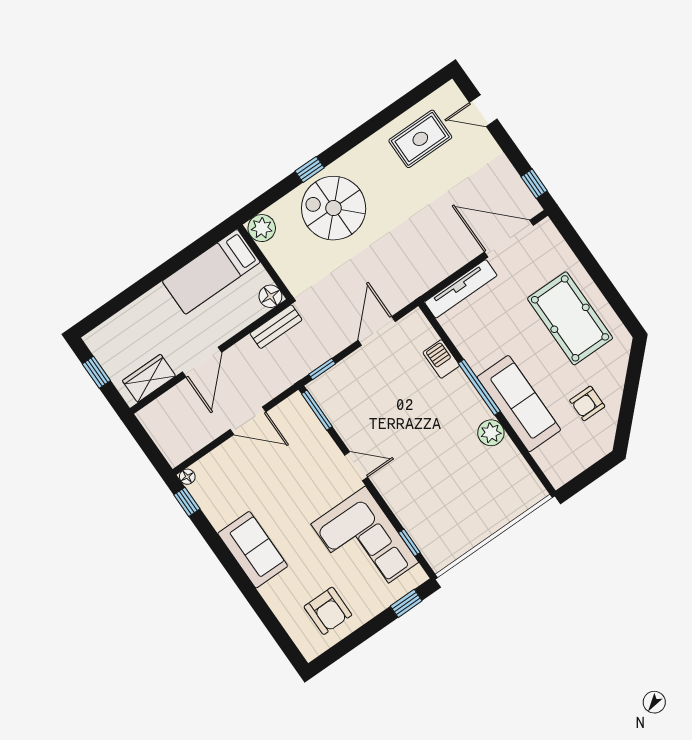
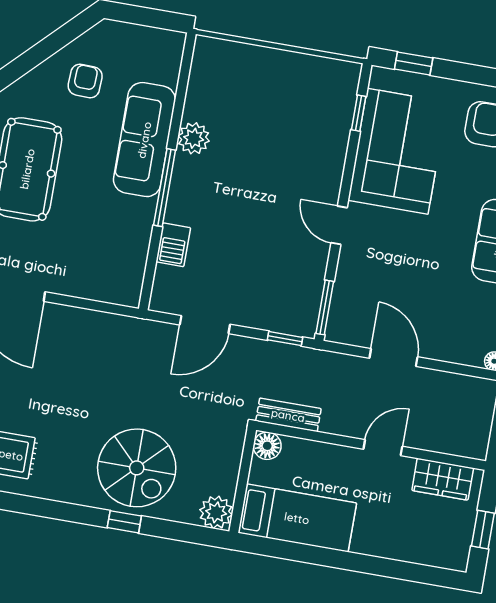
tv unit: (461, 289) -> (96, 289), removed
door: (202, 362) -> (383, 448), width x0.73
armchair: (587, 403) -> (85, 81), turned -88

